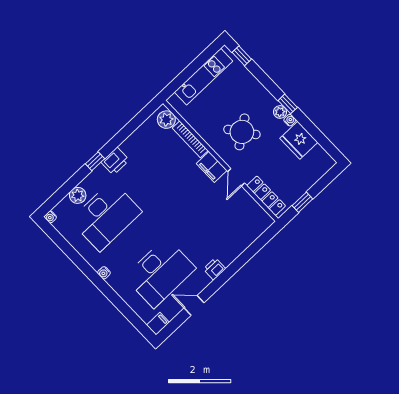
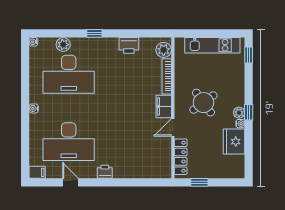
printer: (115, 161) -> (129, 45), moved

